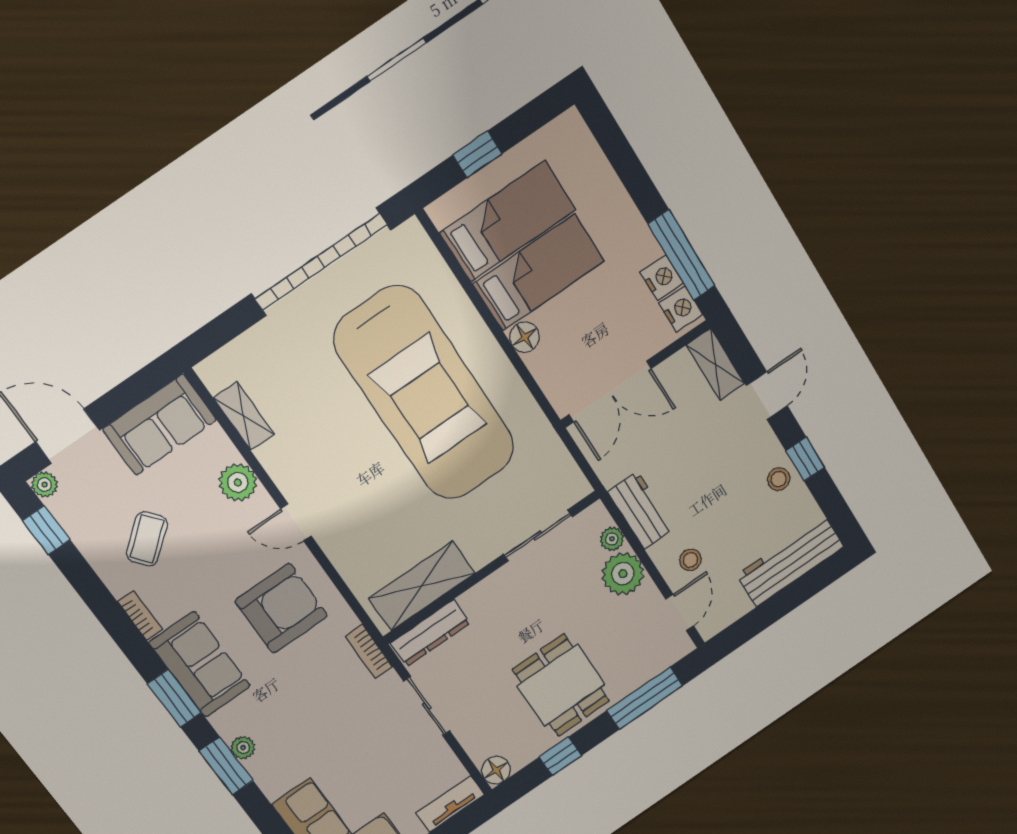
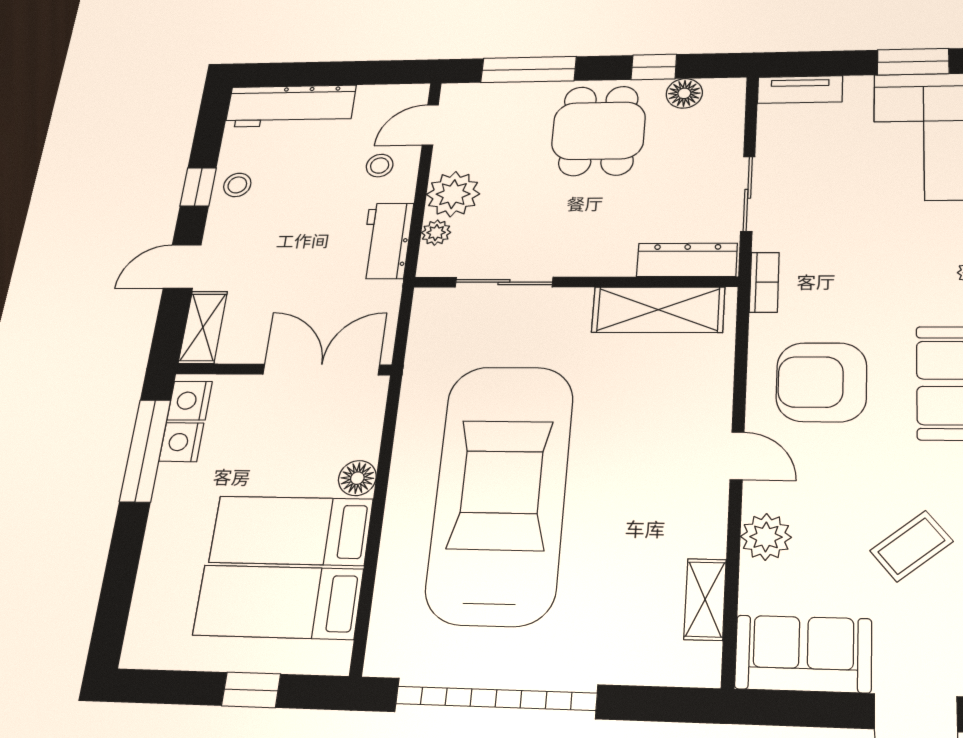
floor lamp: (496, 770) -> (684, 93), moved

